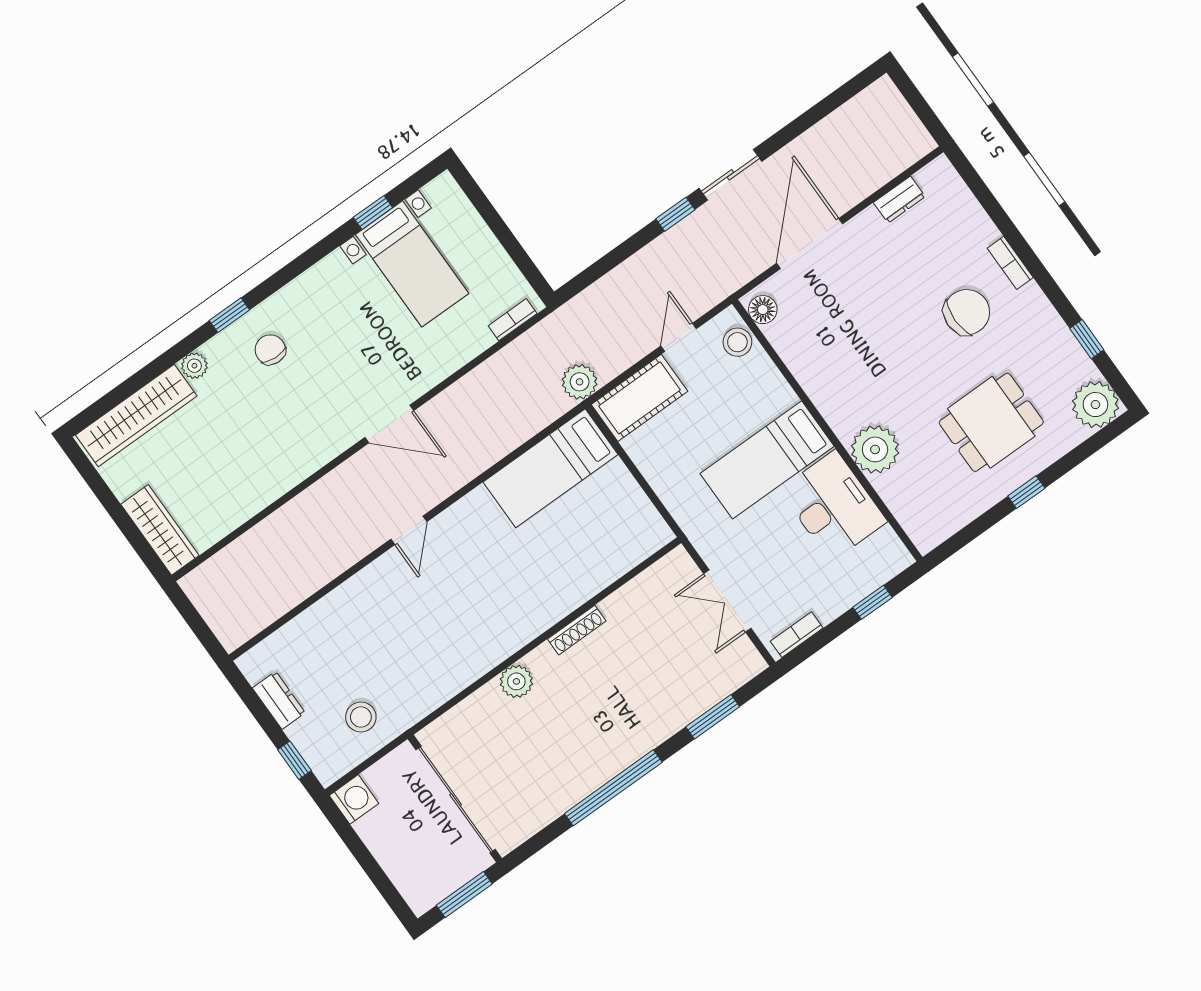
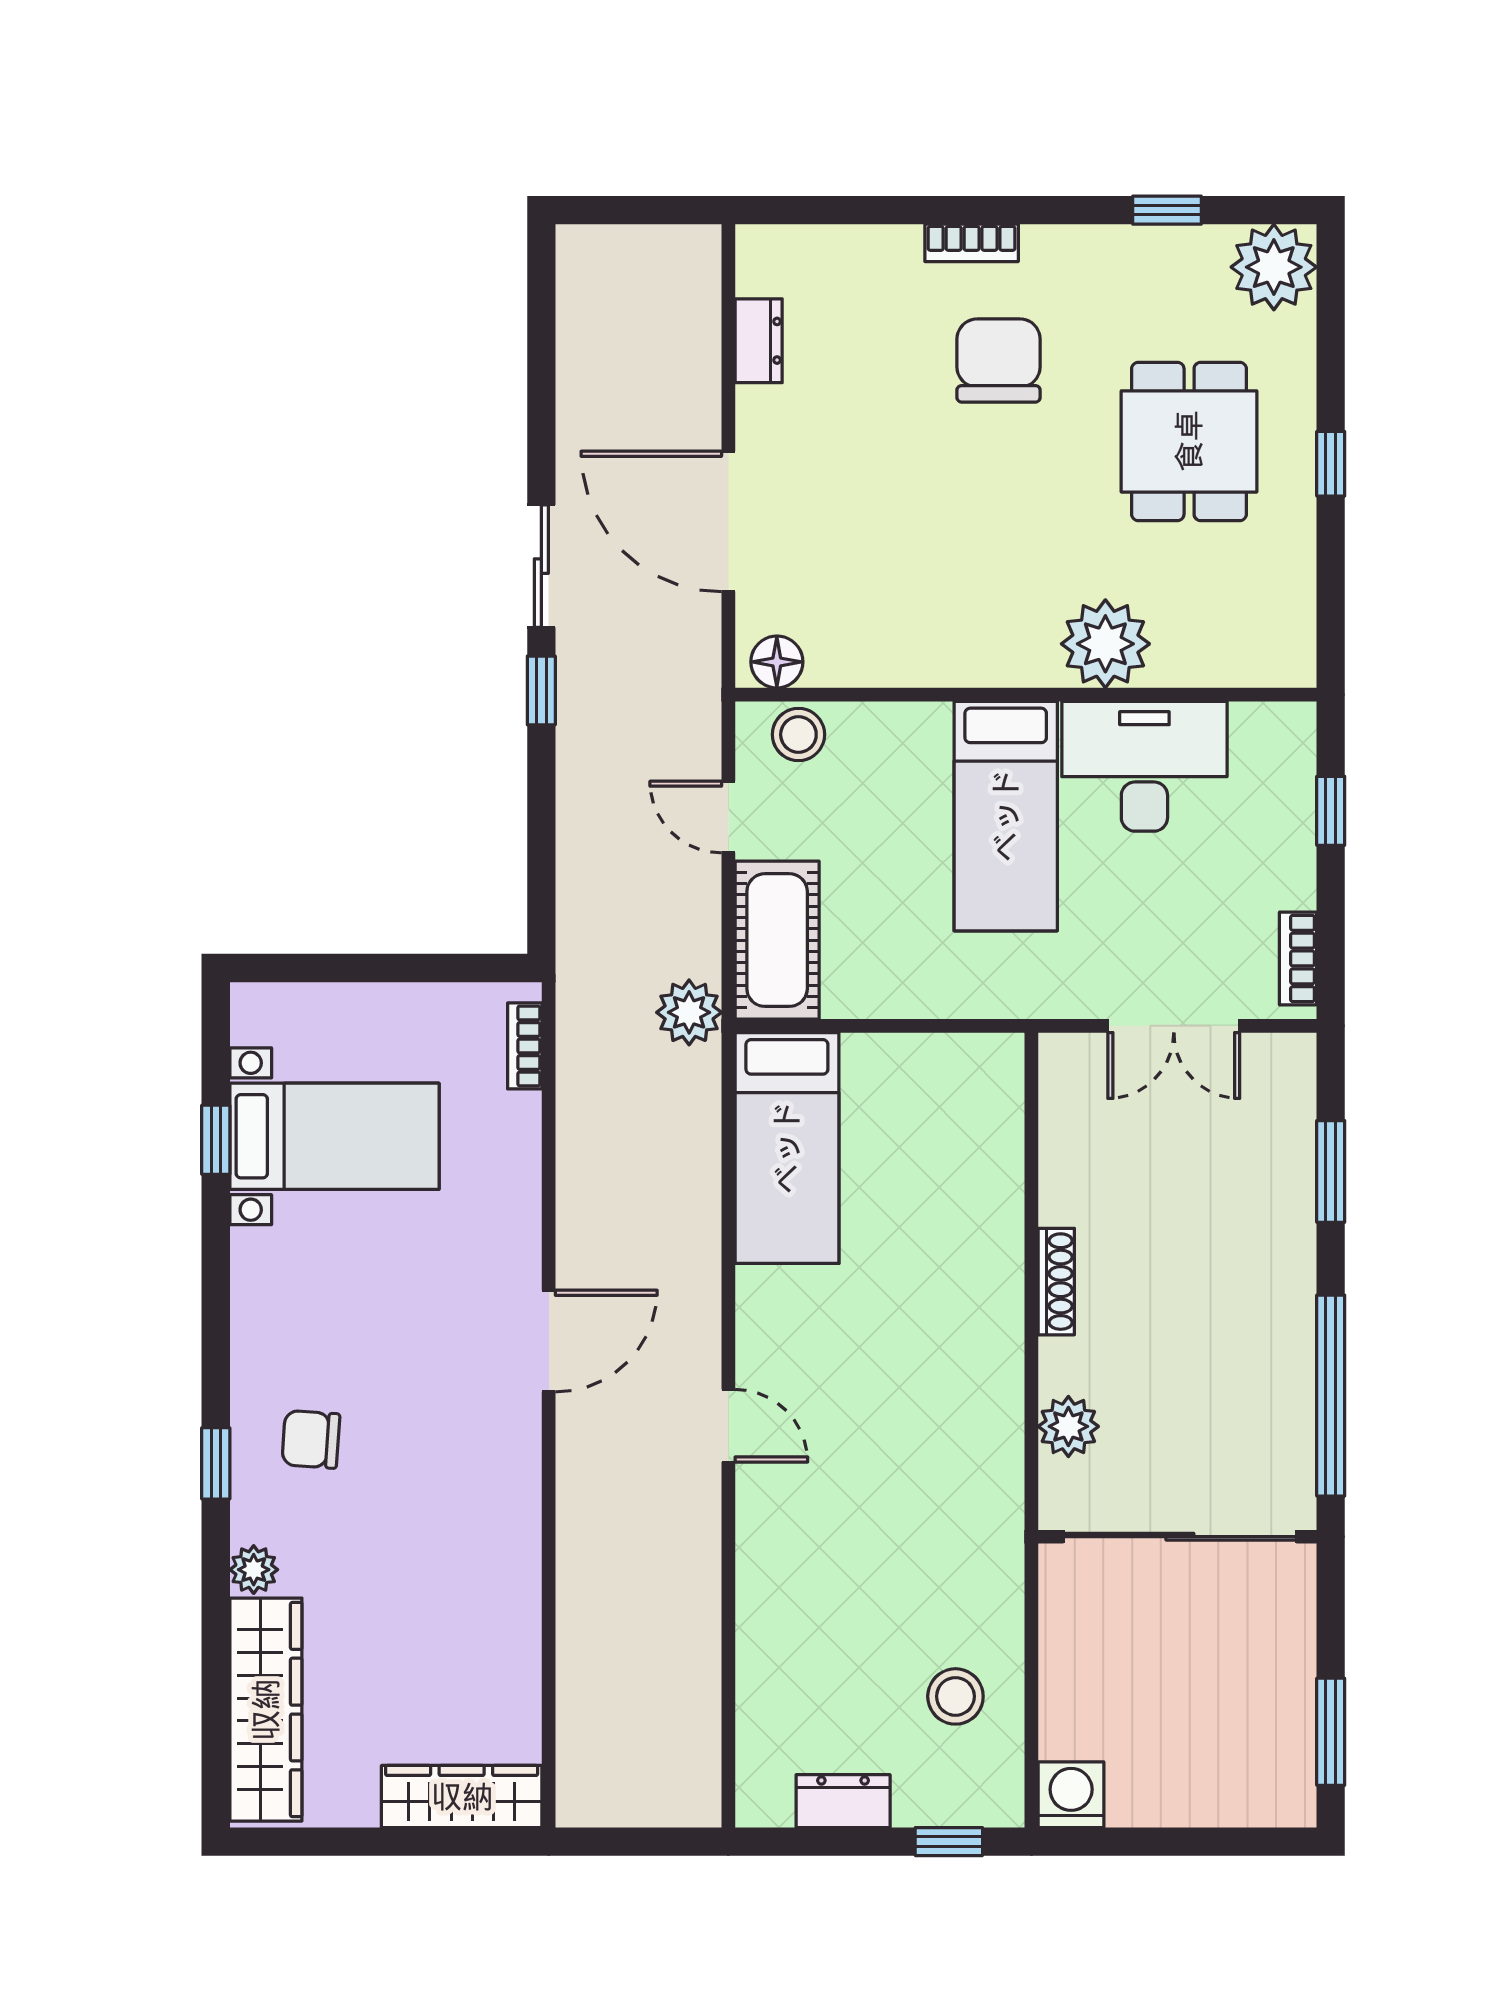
wall: (455, 799) -> (1177, 1537), moved
sliding door: (456, 800) -> (1180, 1537), moved

